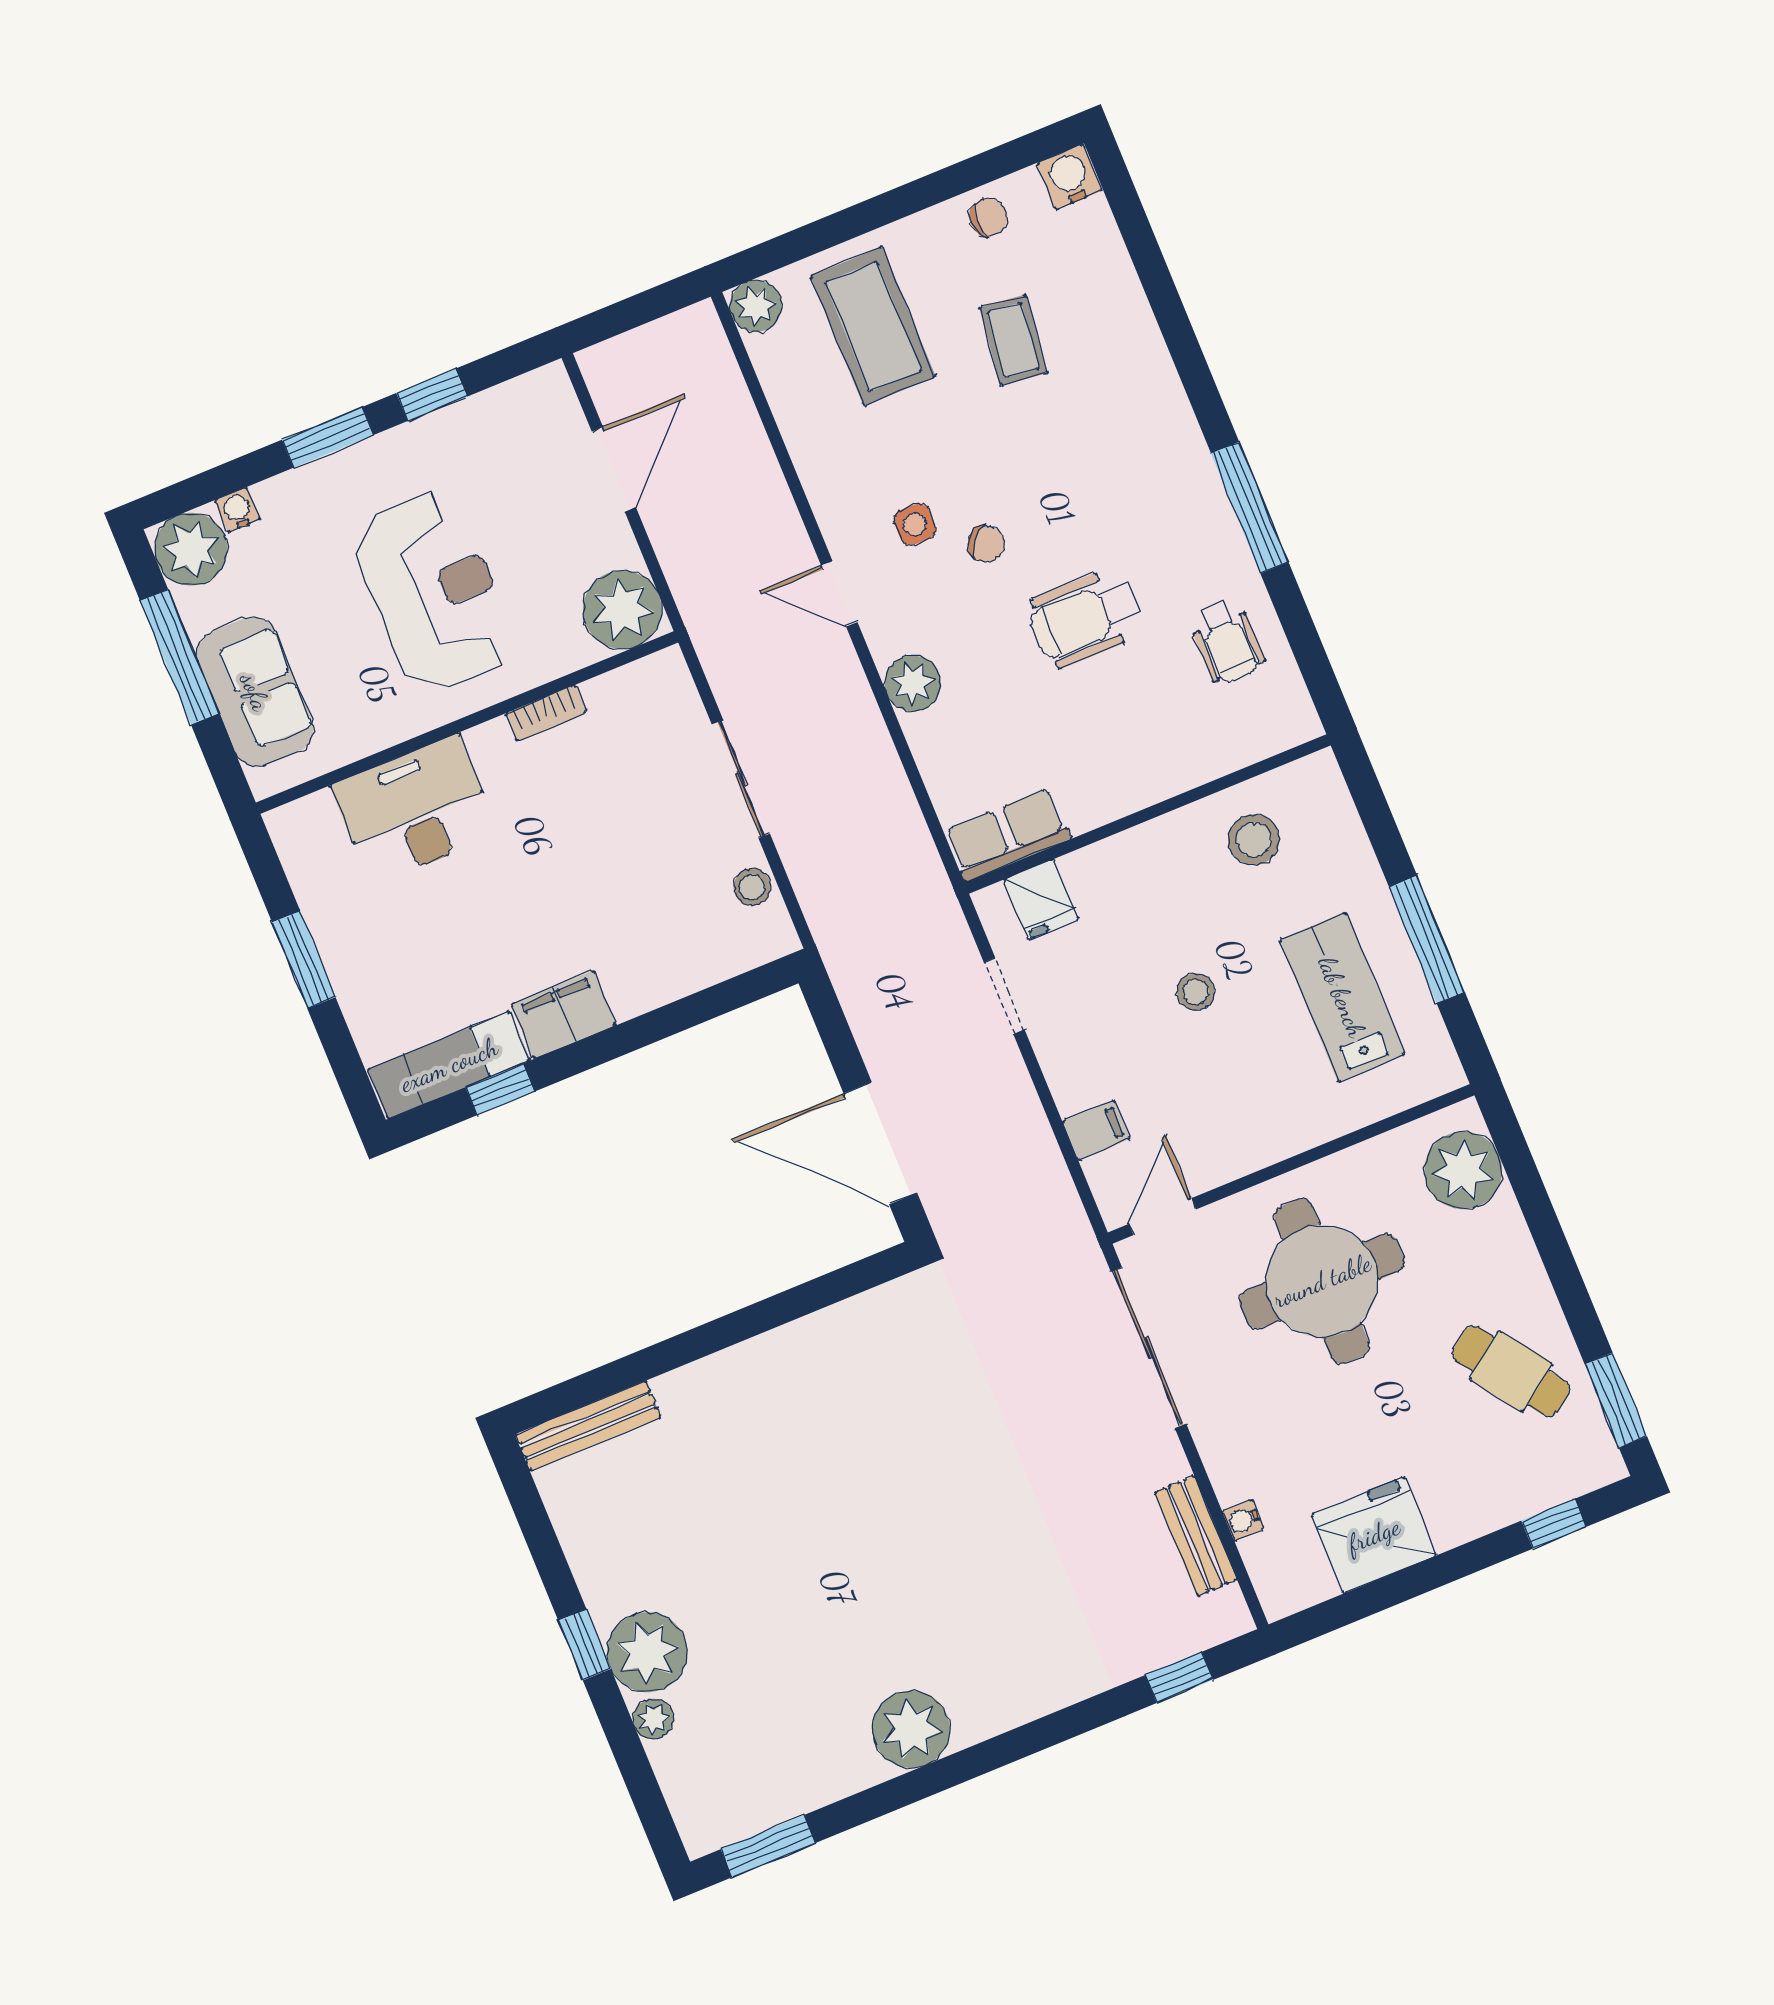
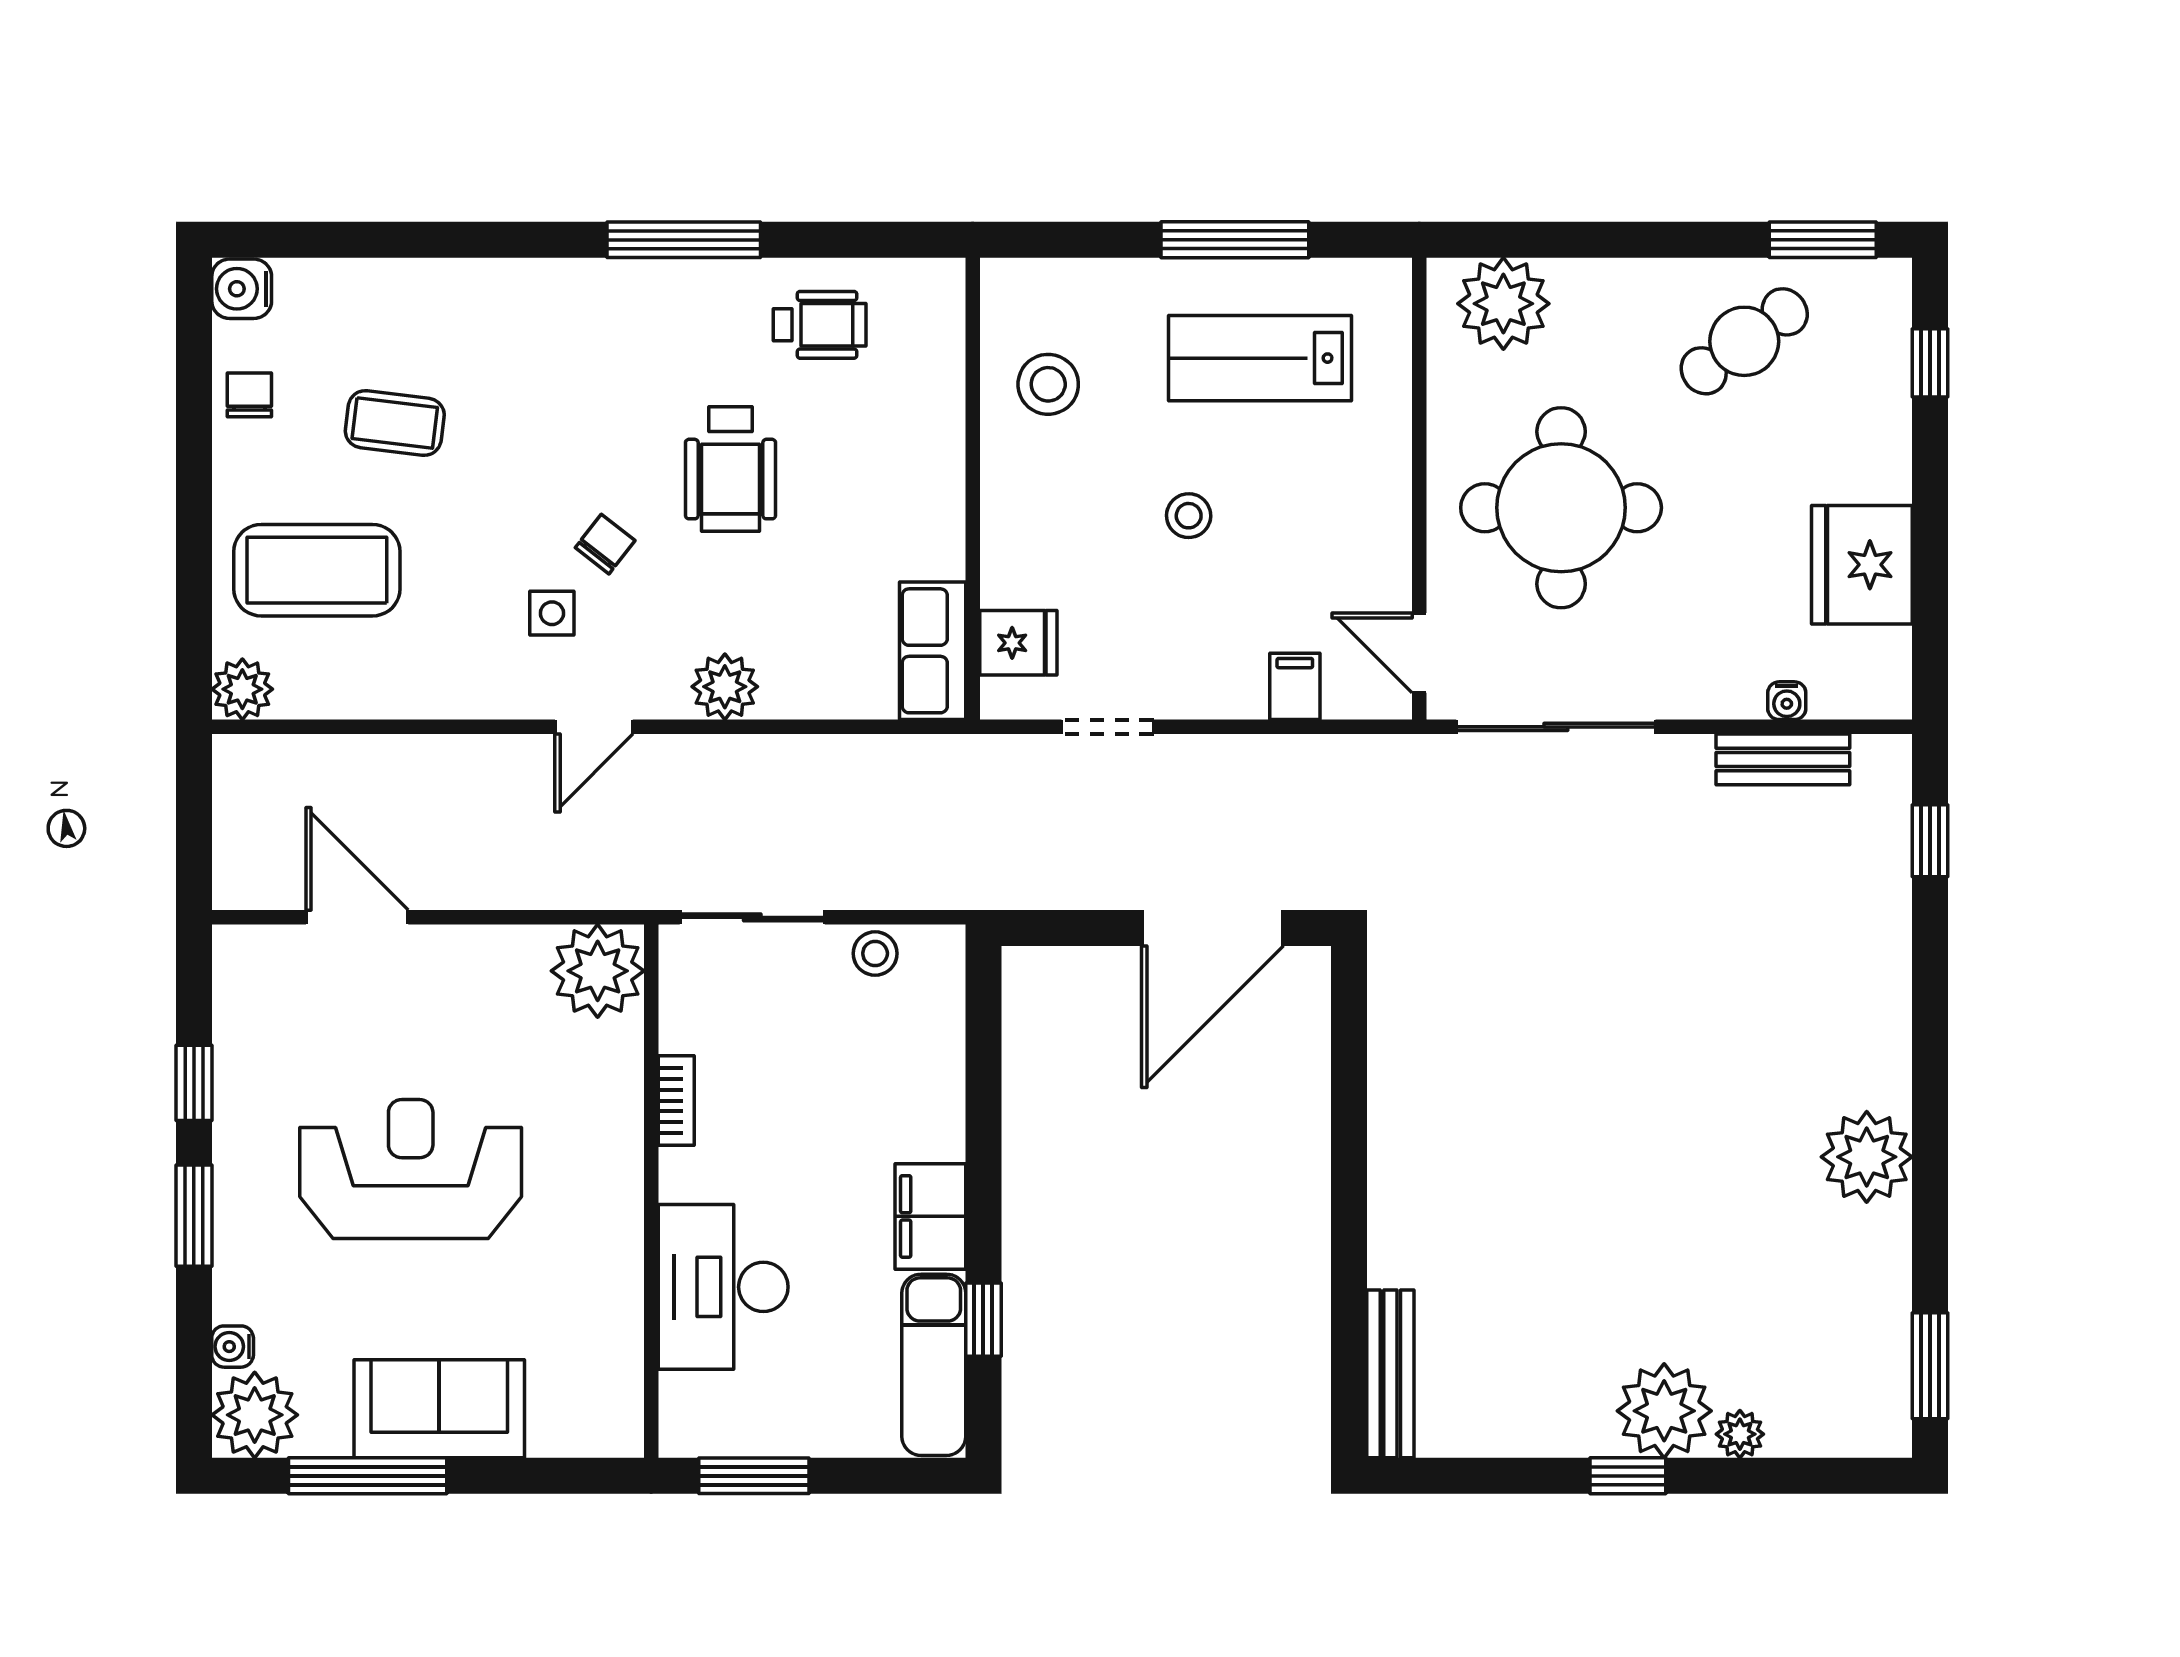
plant: (622, 610) -> (598, 971), moved
bookcase: (546, 713) -> (676, 1101), moved
wall: (467, 723) -> (651, 1191), moved
desk: (415, 810) -> (723, 1287), moved

